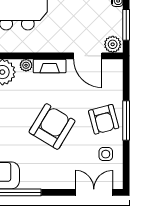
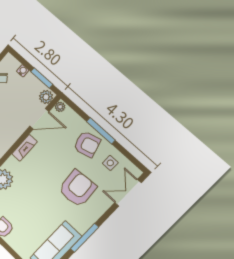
plant: (26, 65) -> (60, 107), moved
armchair: (52, 126) -> (77, 188), moved, turned 55

